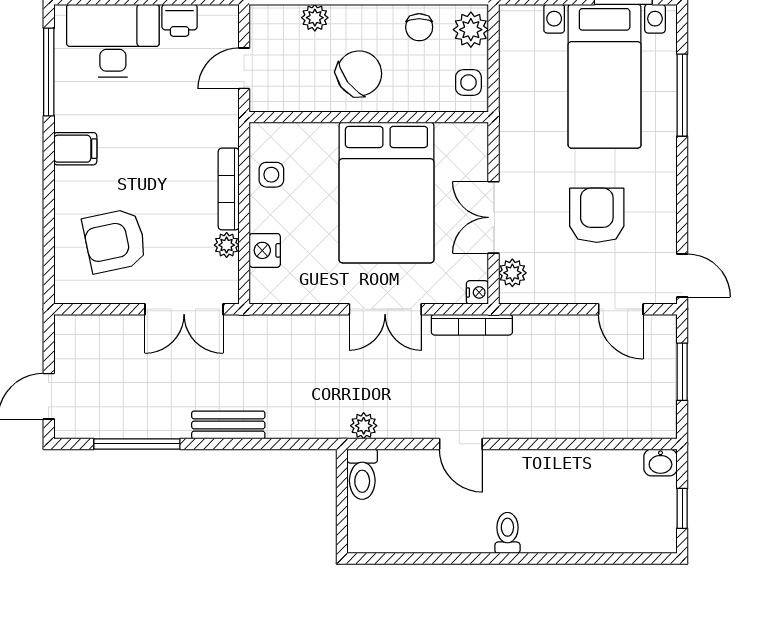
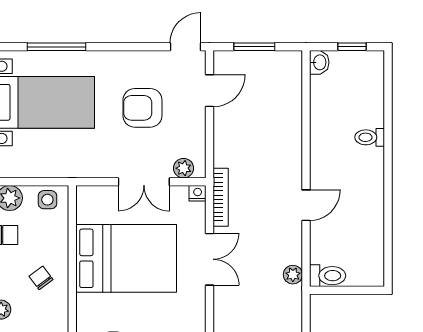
chair: (359, 73) -> (41, 278), width x0.54, depth x0.54
toilet: (507, 533) -> (370, 137), moved

